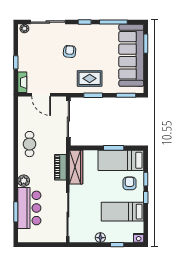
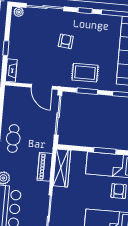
door: (41, 95) -> (42, 87), moved

